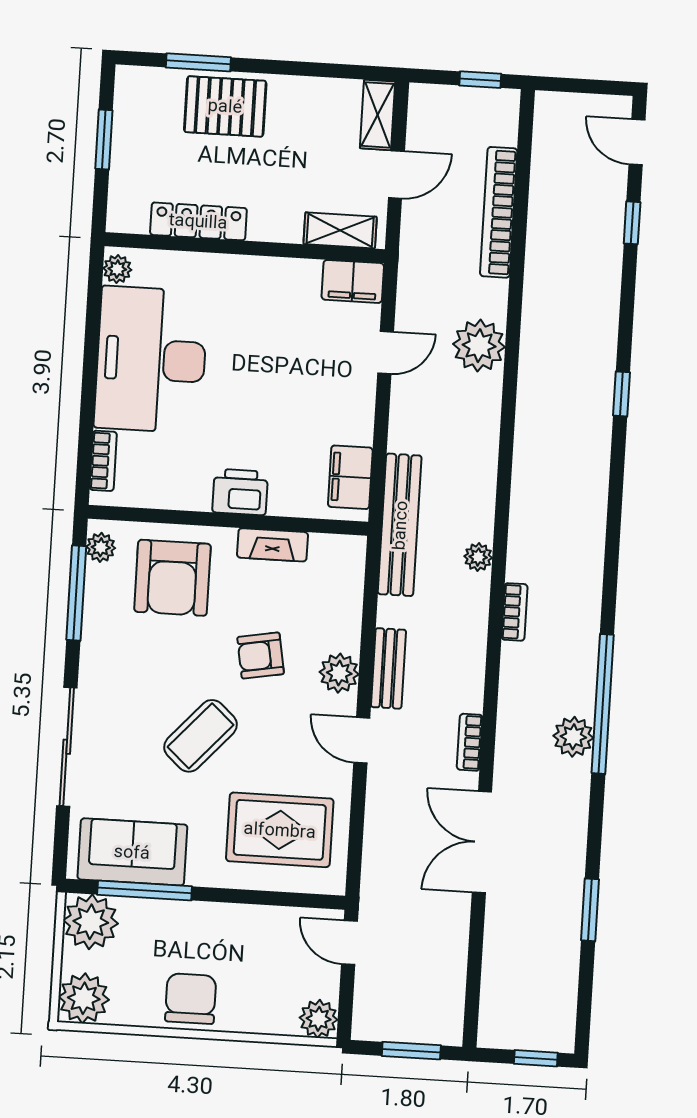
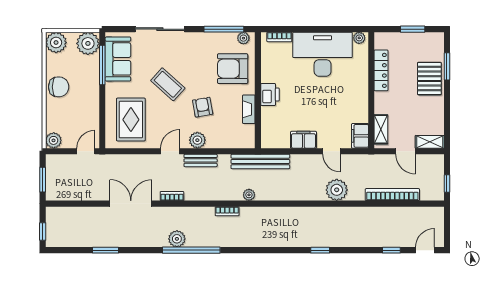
filing cabinet: (350, 477) -> (303, 140), moved

